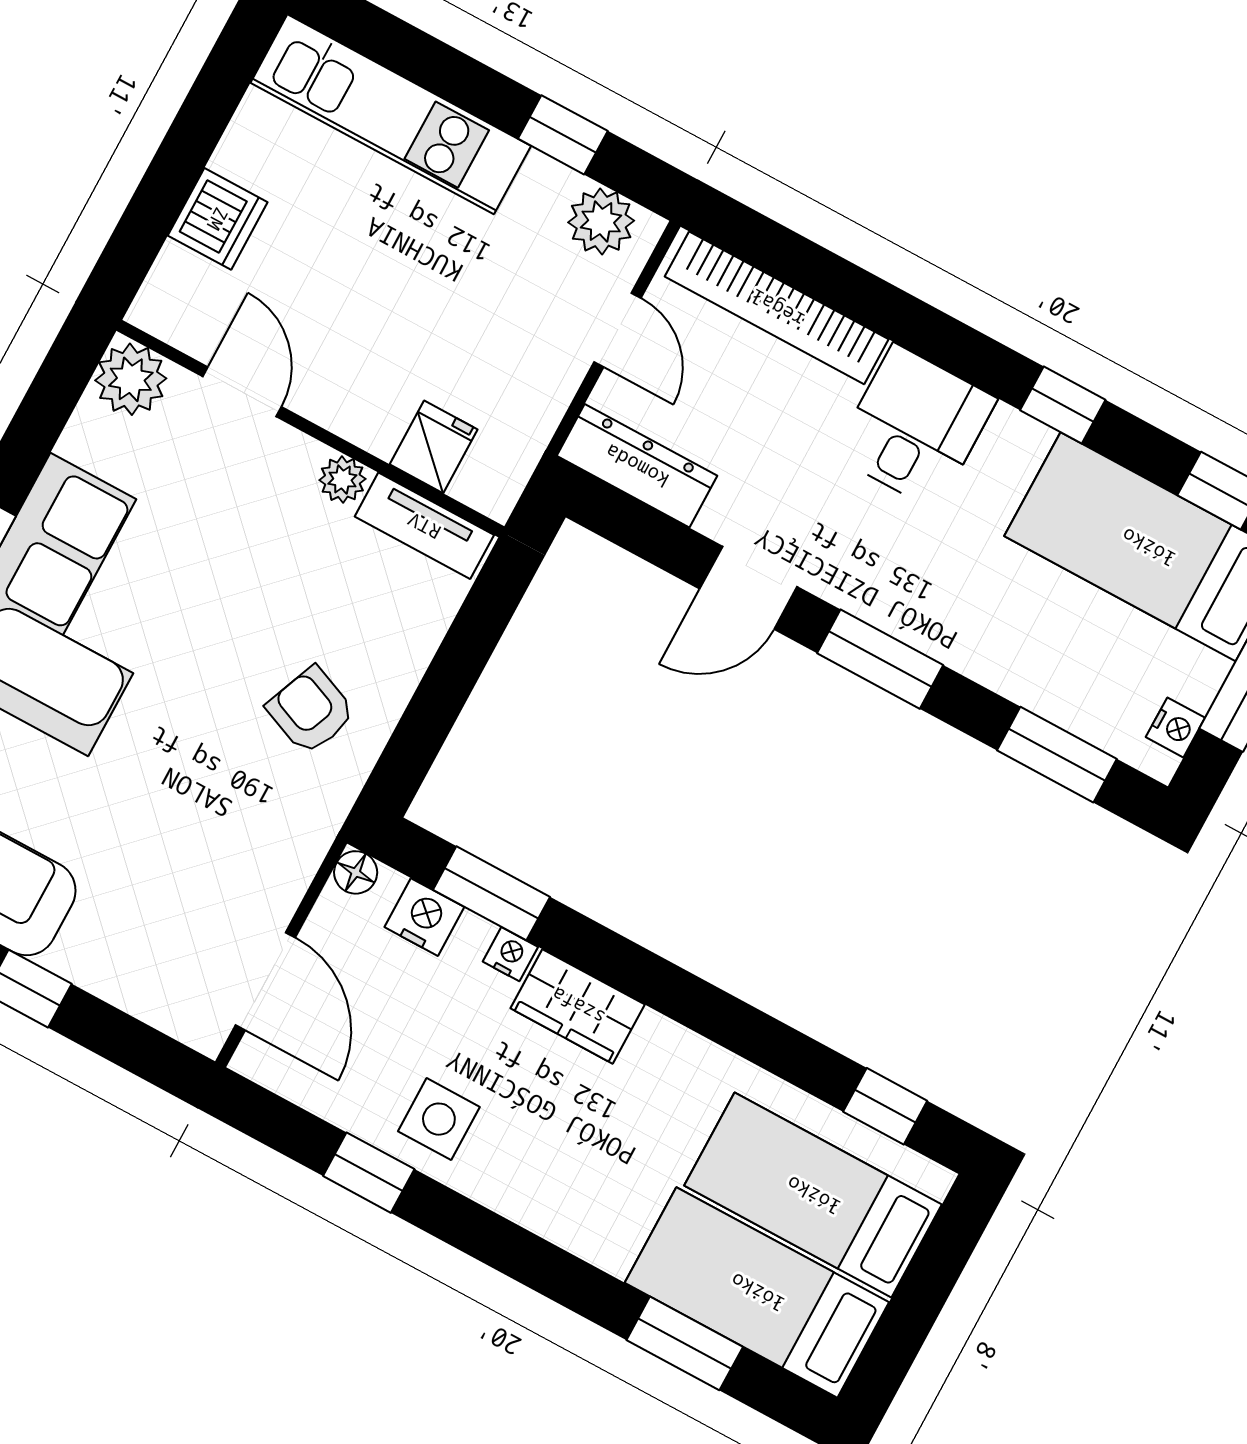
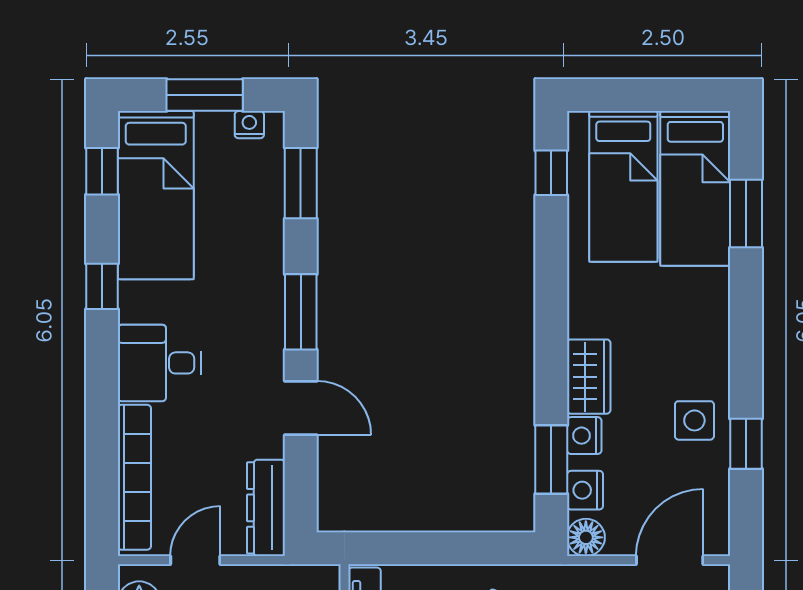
floor lamp: (356, 872) -> (586, 537), width x1.37, depth x1.37
nightstand: (510, 954) -> (584, 436), width x1.39, depth x1.35

